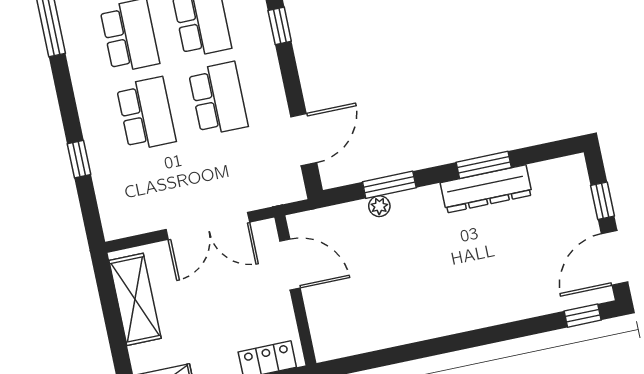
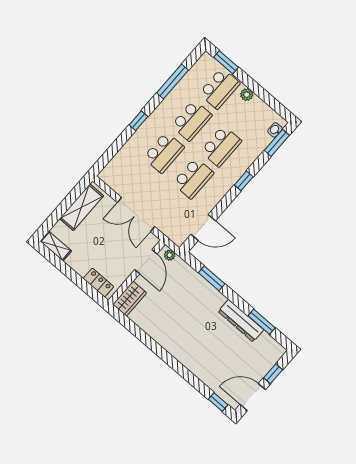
window: (79, 159) -> (138, 121), moved
window: (484, 165) -> (262, 322), moved
plant: (379, 206) -> (170, 255), moved
wardrobe: (327, 331) -> (130, 299), added

